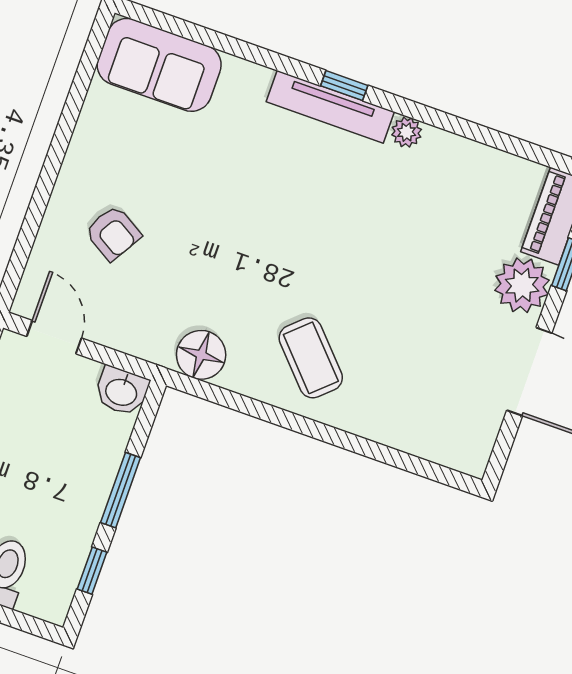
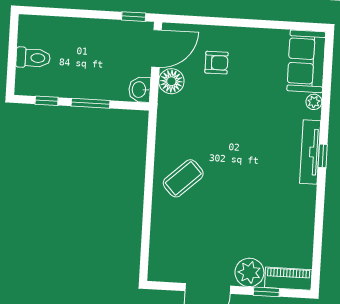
plant: (407, 132) -> (314, 102), moved
armchair: (113, 233) -> (217, 63), turned -121
door: (54, 337) -> (157, 48), width x1.37
floor lamp: (201, 355) -> (171, 81), moved

